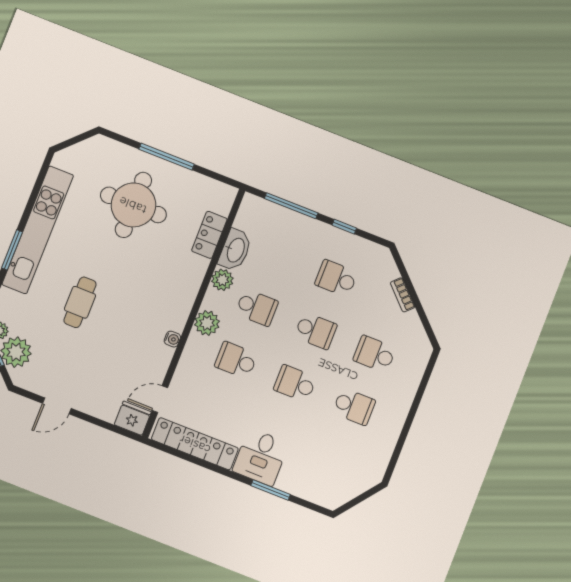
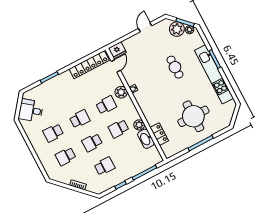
plant: (207, 323) -> (121, 92), moved
school desk: (375, 354) -> (66, 156), turned 180
desk: (261, 457) -> (31, 110), moved, turned -52

